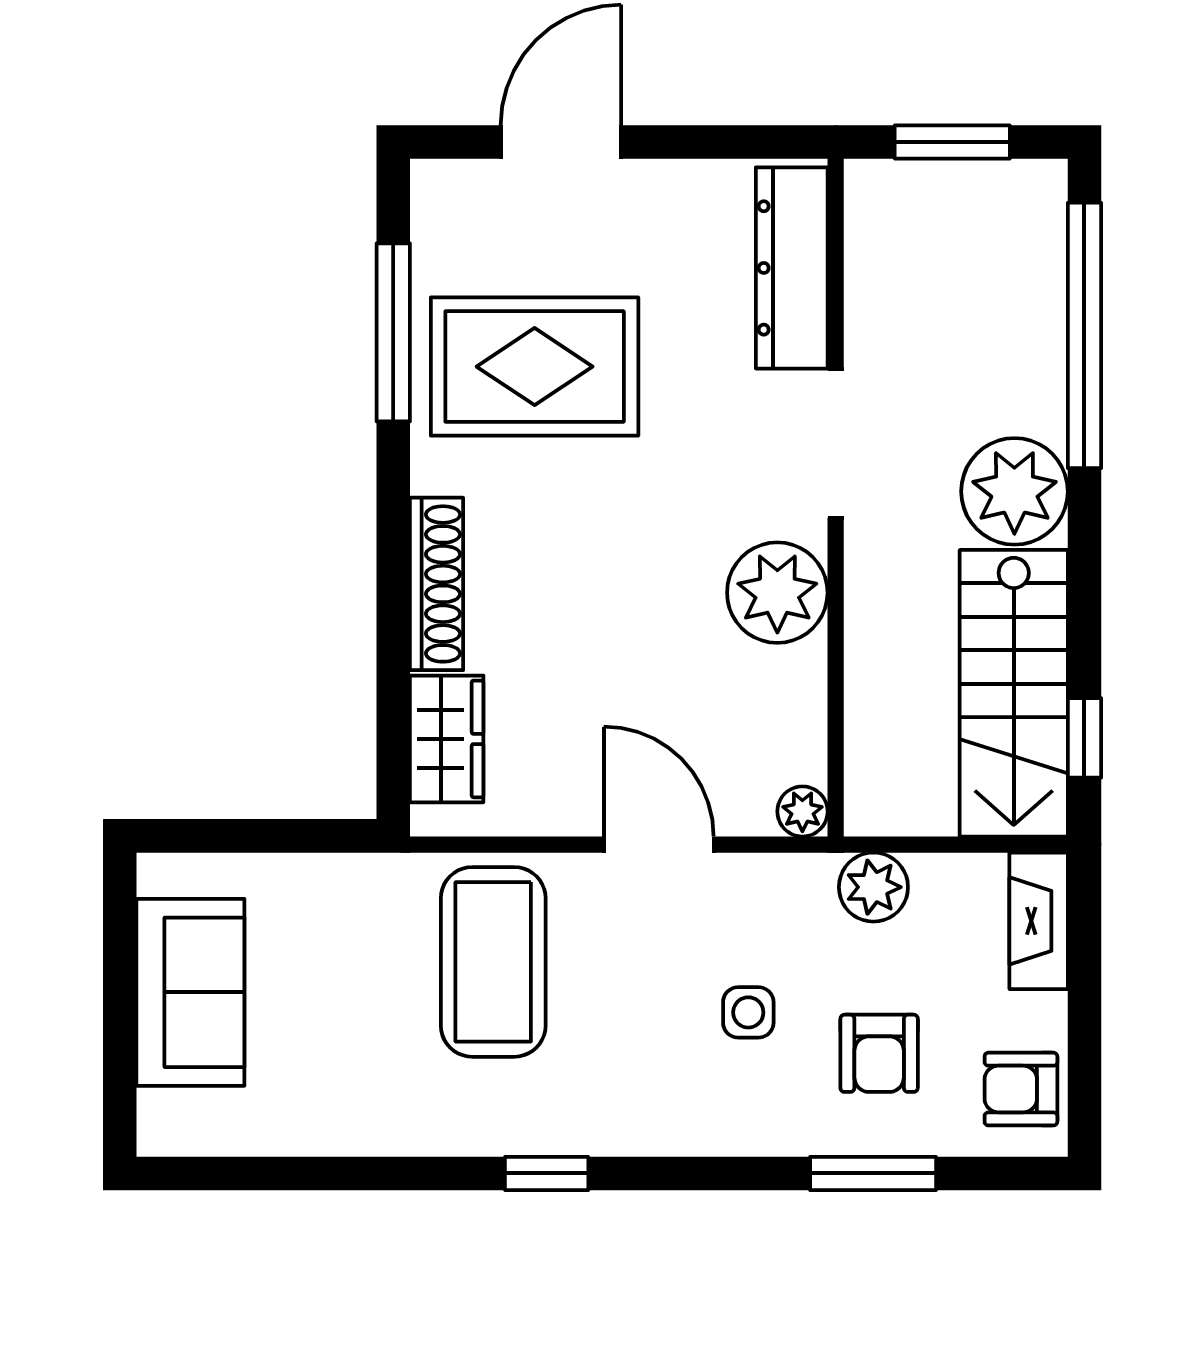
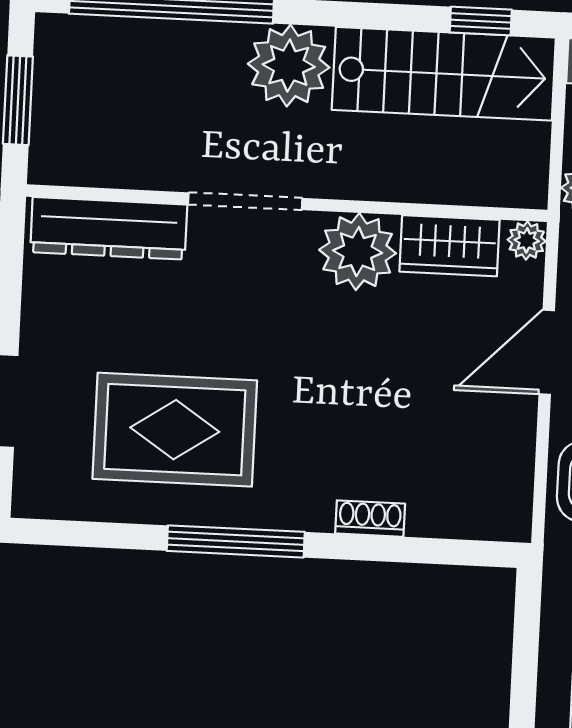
window: (393, 332) -> (236, 541), moved
rug: (535, 367) -> (175, 430), turned 90
shoe rack: (437, 584) -> (370, 519), width x0.51, depth x0.81
wardrobe: (447, 739) -> (450, 246), moved, turned 180

